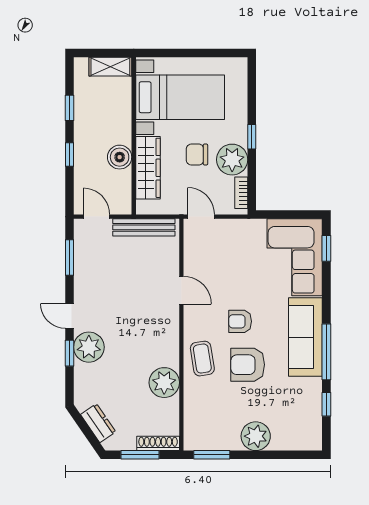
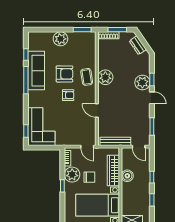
sofa: (305, 337) -> (36, 71), moved
plant: (164, 383) -> (105, 77), moved

